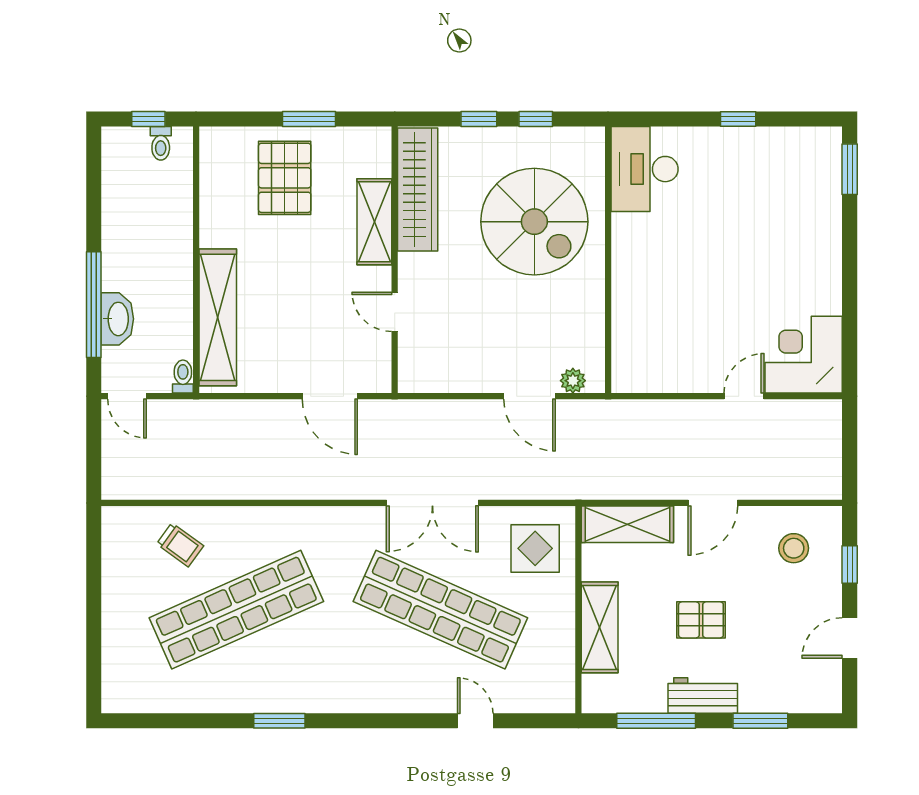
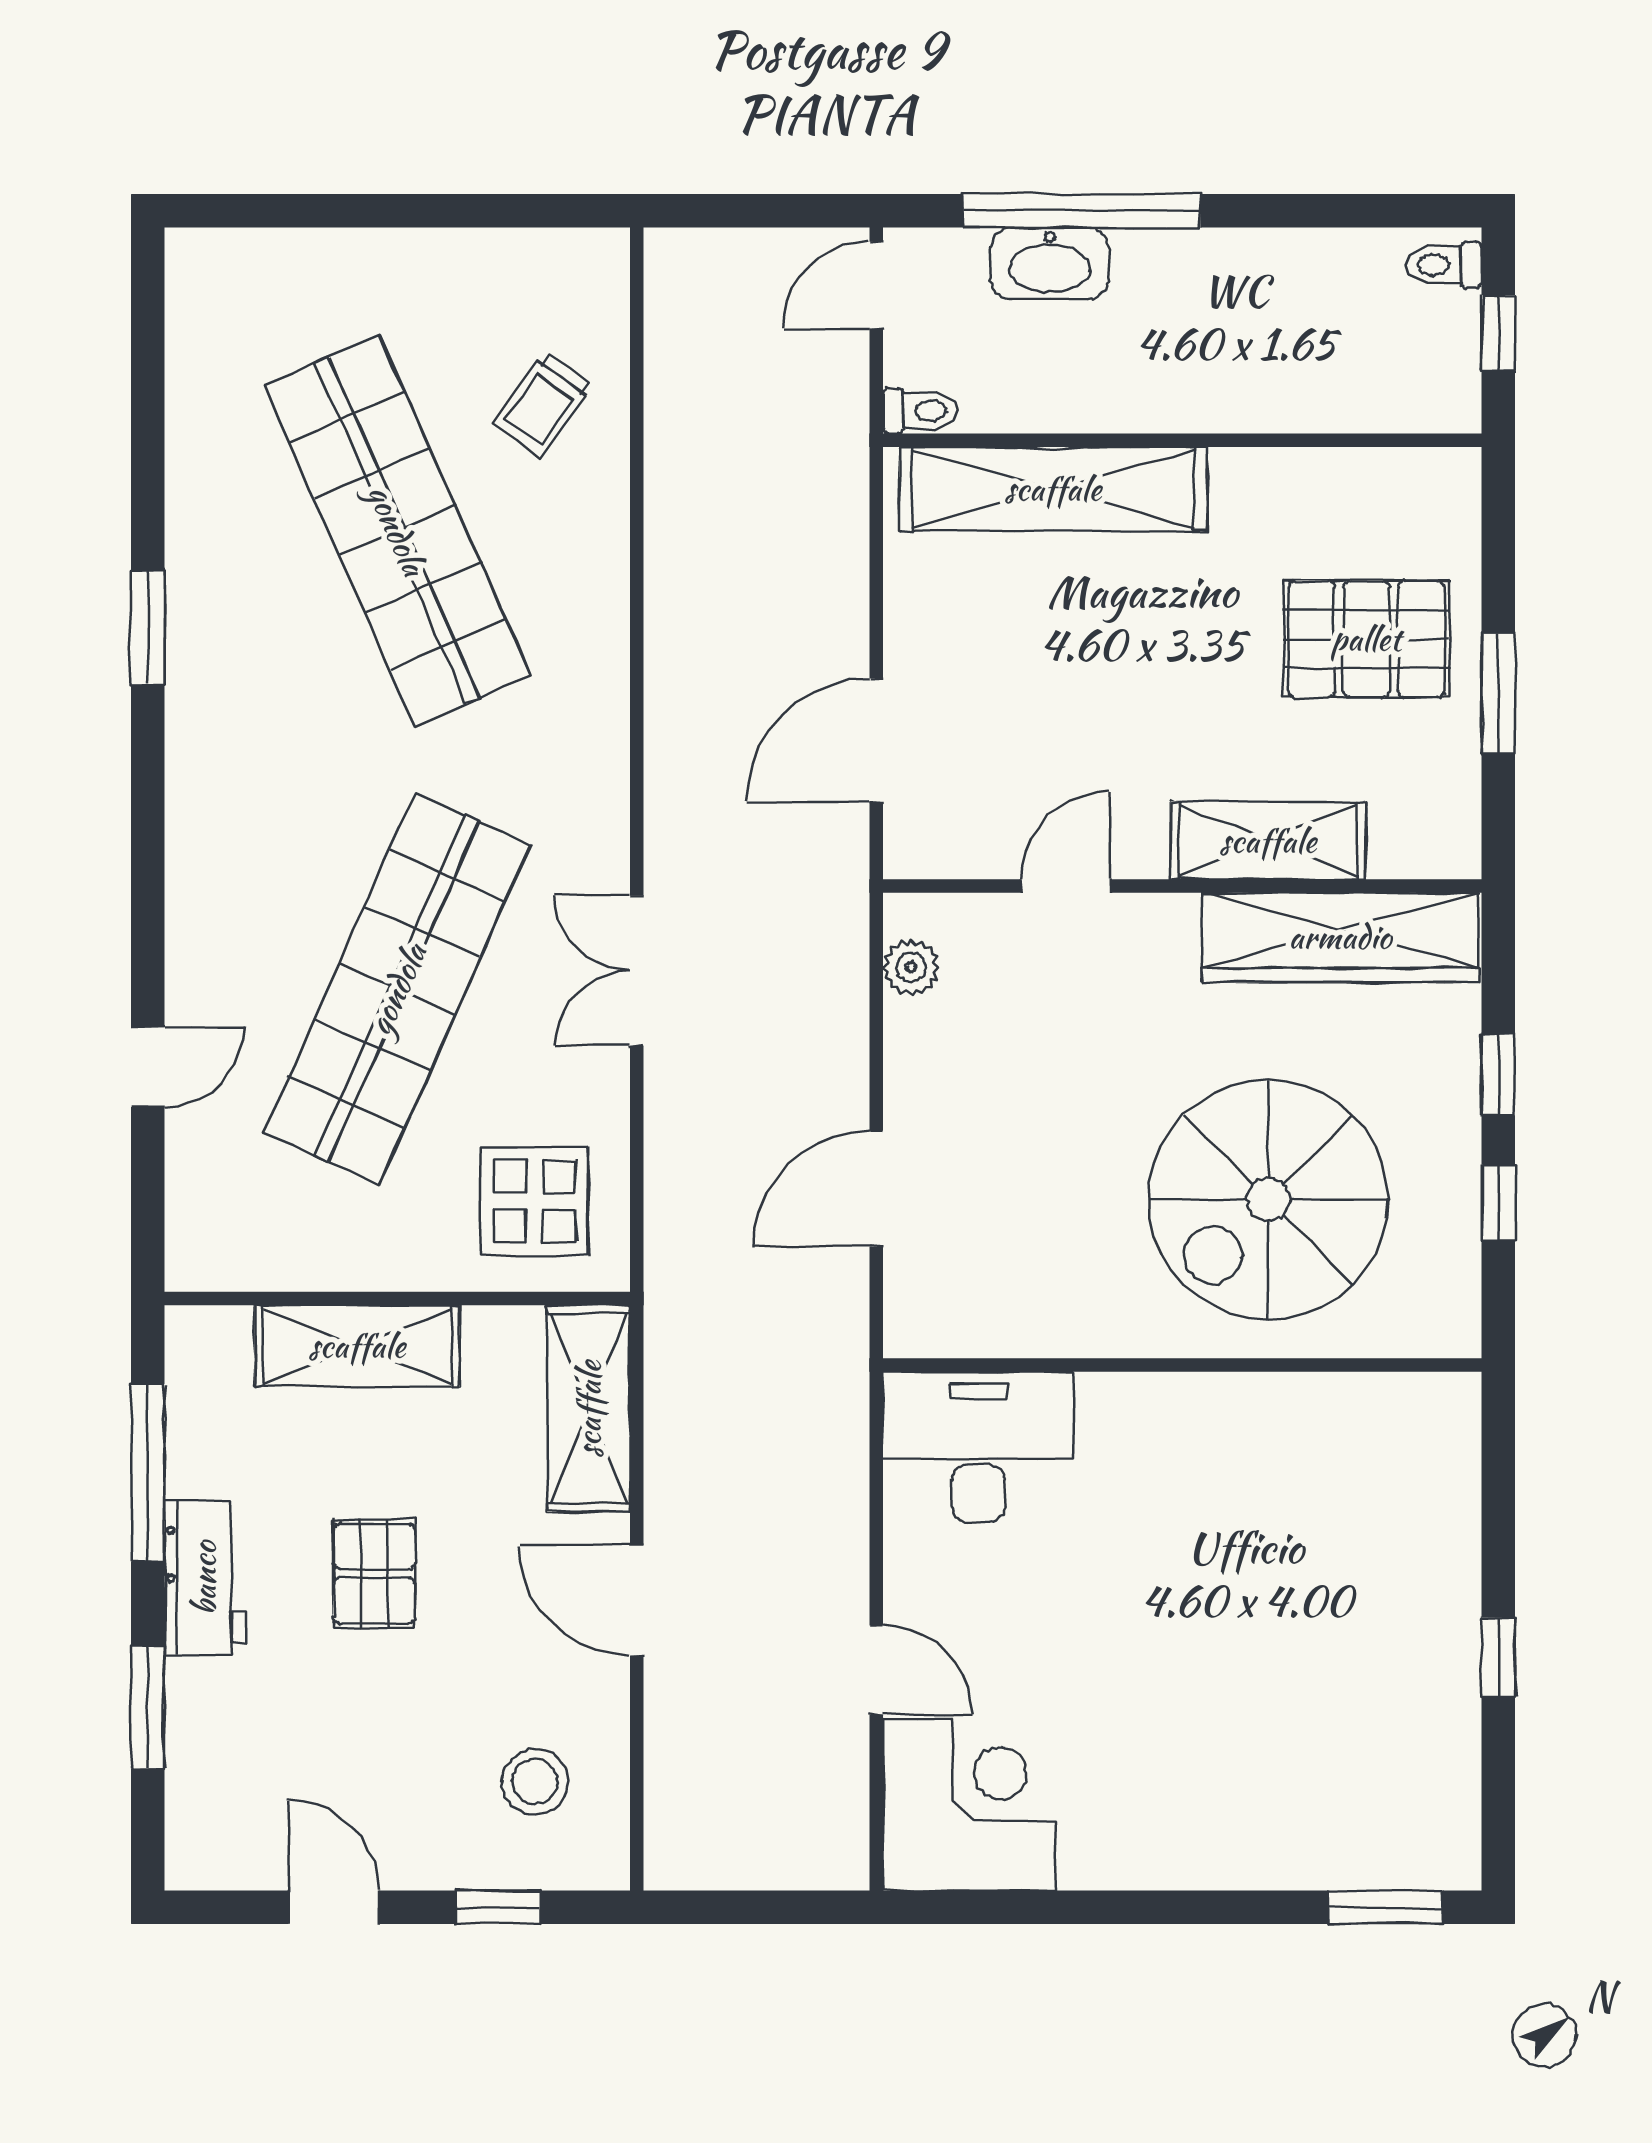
toilet: (161, 143) -> (1444, 265), moved
desk: (645, 169) -> (979, 1447), moved
plant: (573, 381) -> (911, 967), moved
double door: (432, 503) -> (637, 971), width x0.73

